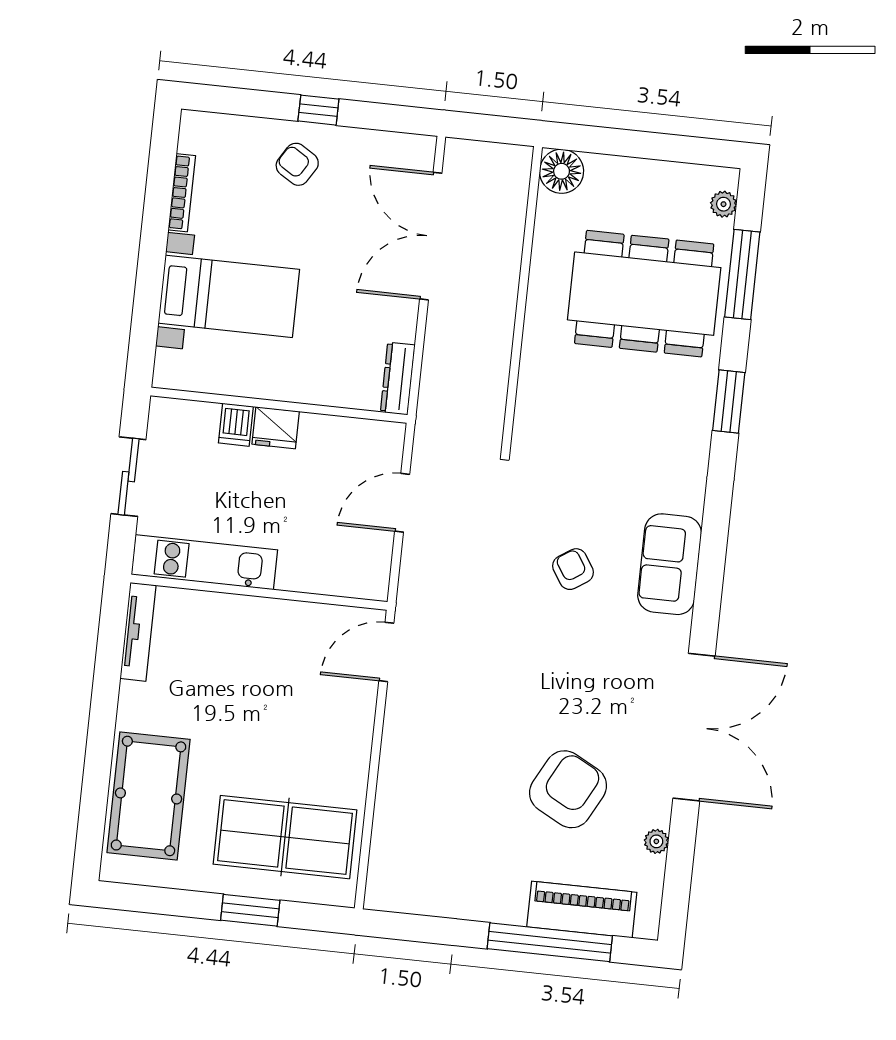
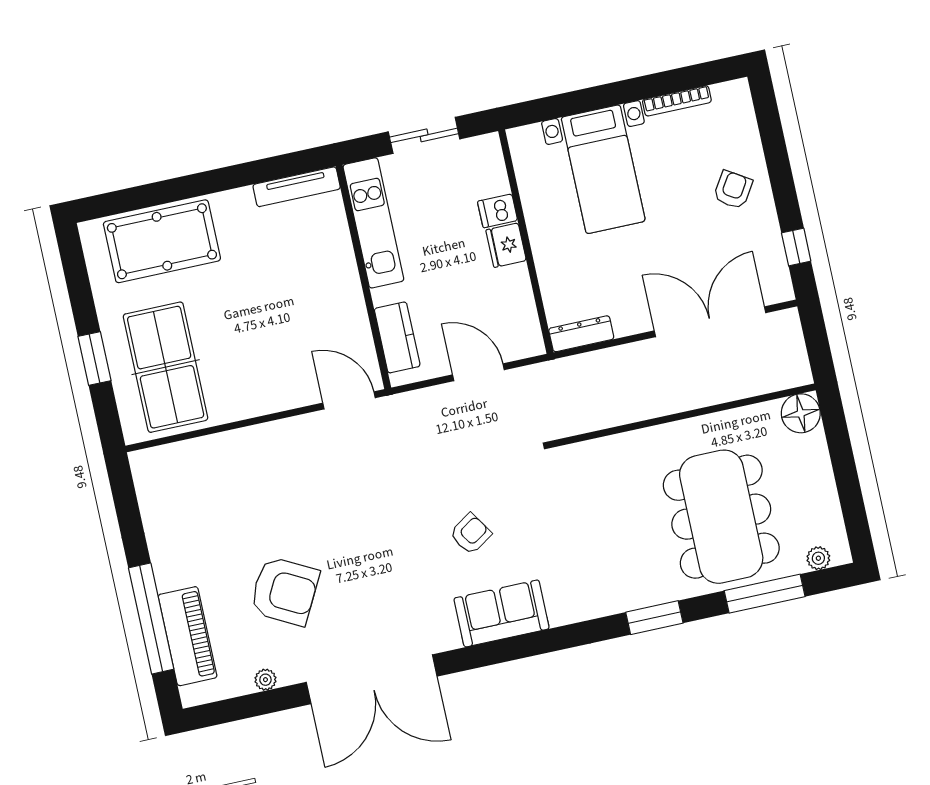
window: (318, 110) -> (796, 247), moved
kitchen counter: (336, 578) -> (397, 337), added

